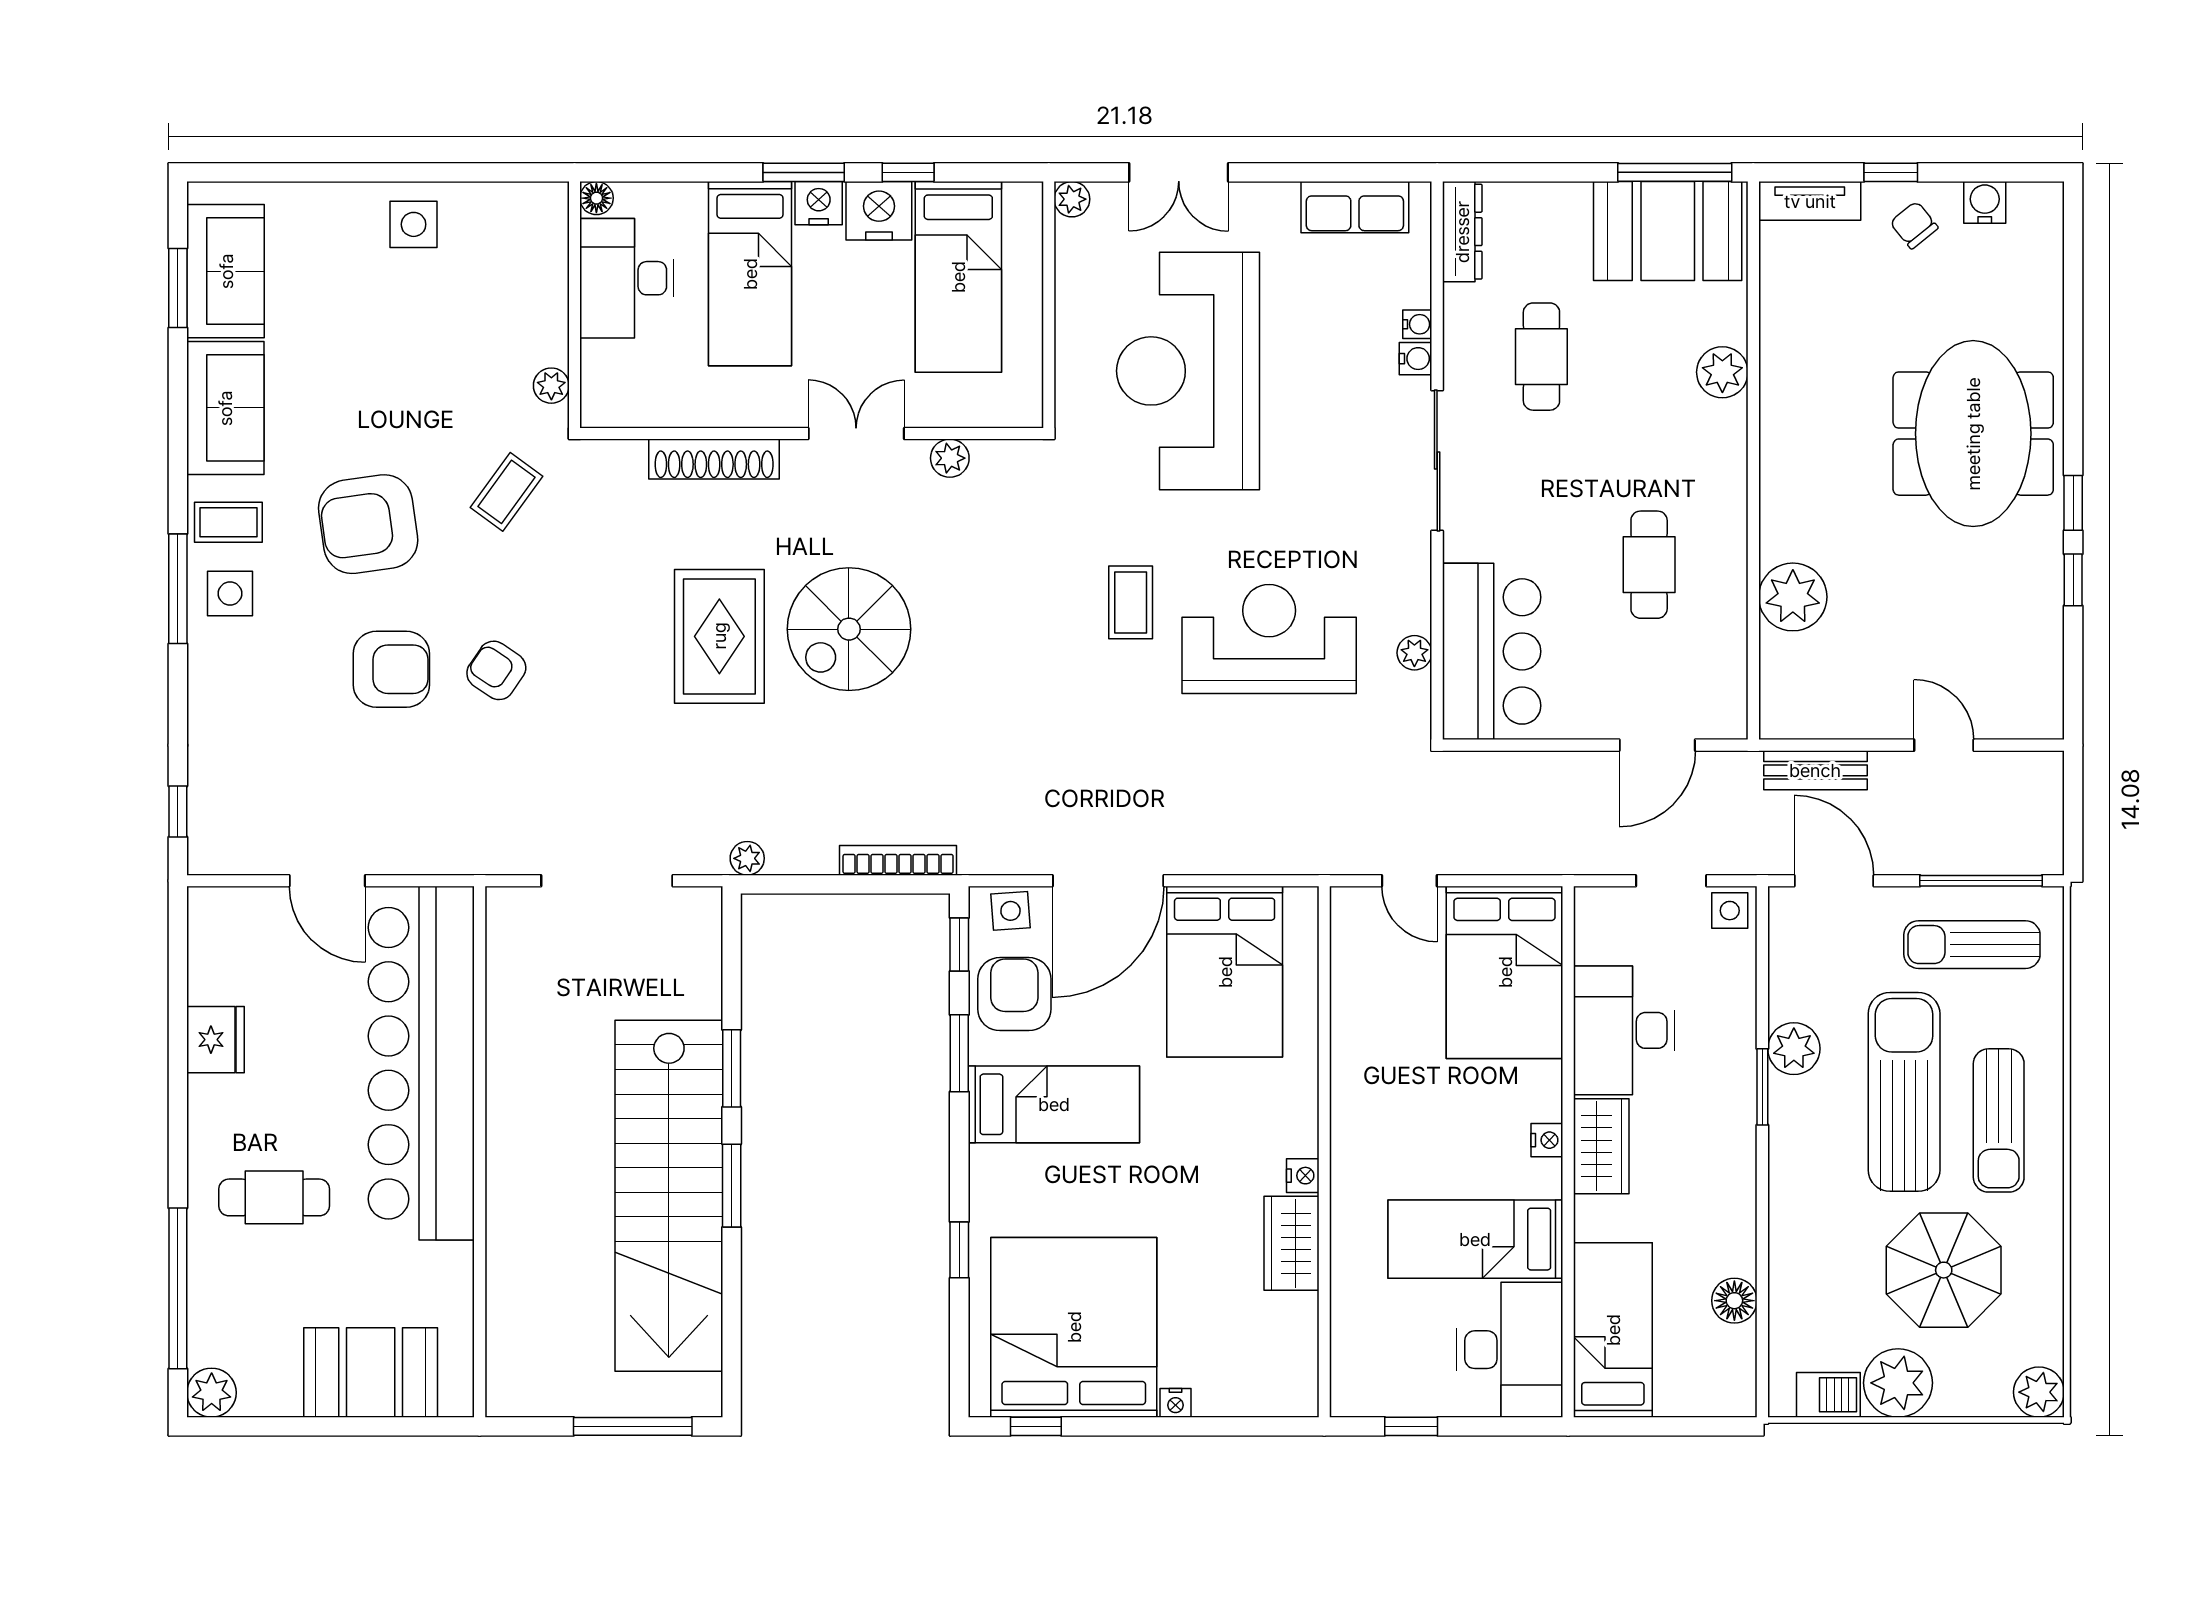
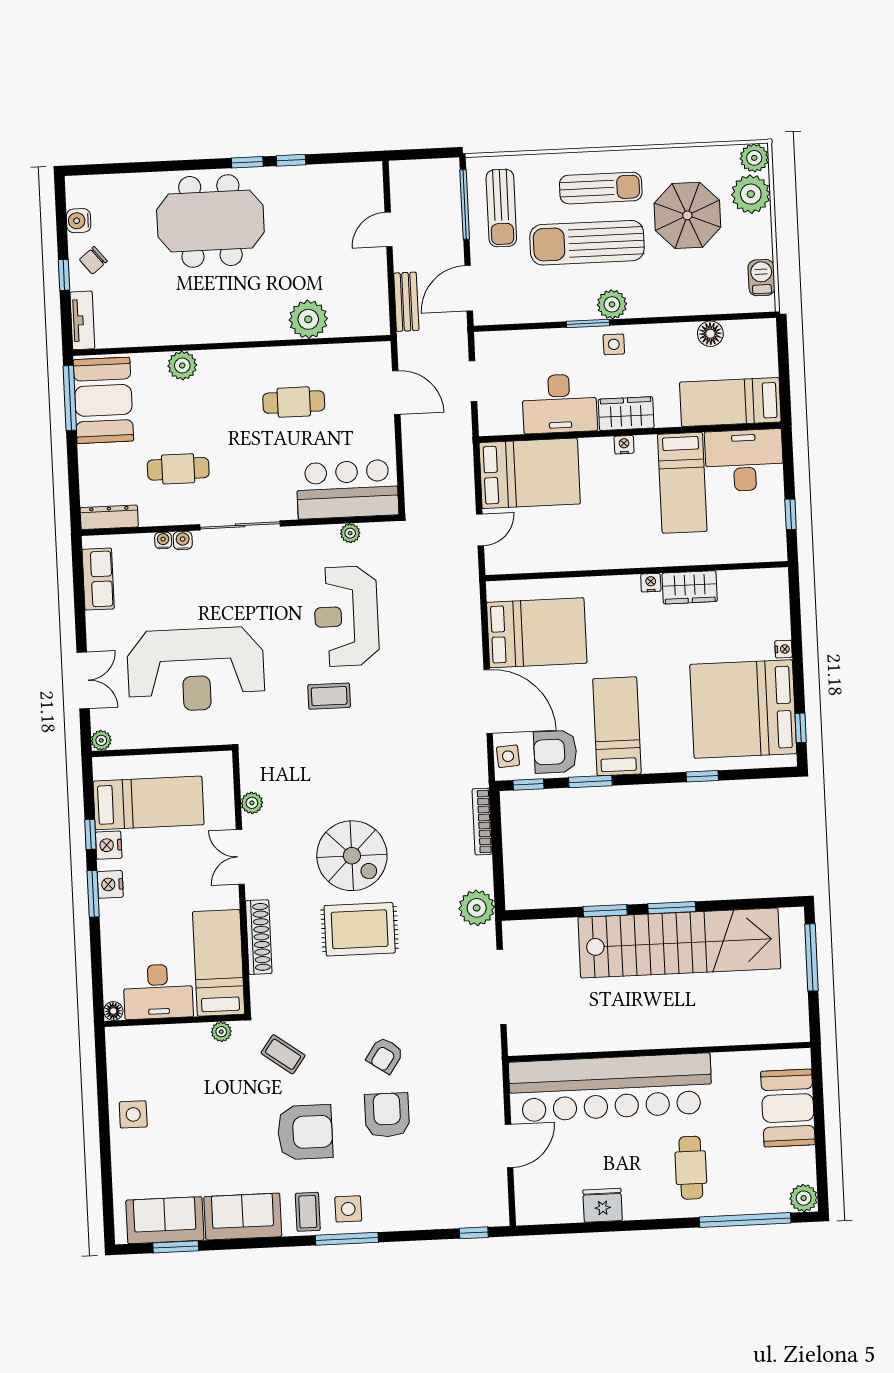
nightstand: (879, 211) -> (109, 845), width x0.74, depth x0.75
bed: (750, 274) -> (219, 963), moved, turned -90
armchair: (368, 524) -> (305, 1132), turned -82
plant: (747, 858) -> (477, 908), width x1.87, depth x1.87
side table: (1730, 911) -> (614, 344), moved
plant: (1794, 1049) -> (612, 304), moved
plant: (1898, 1383) -> (751, 194), moved

